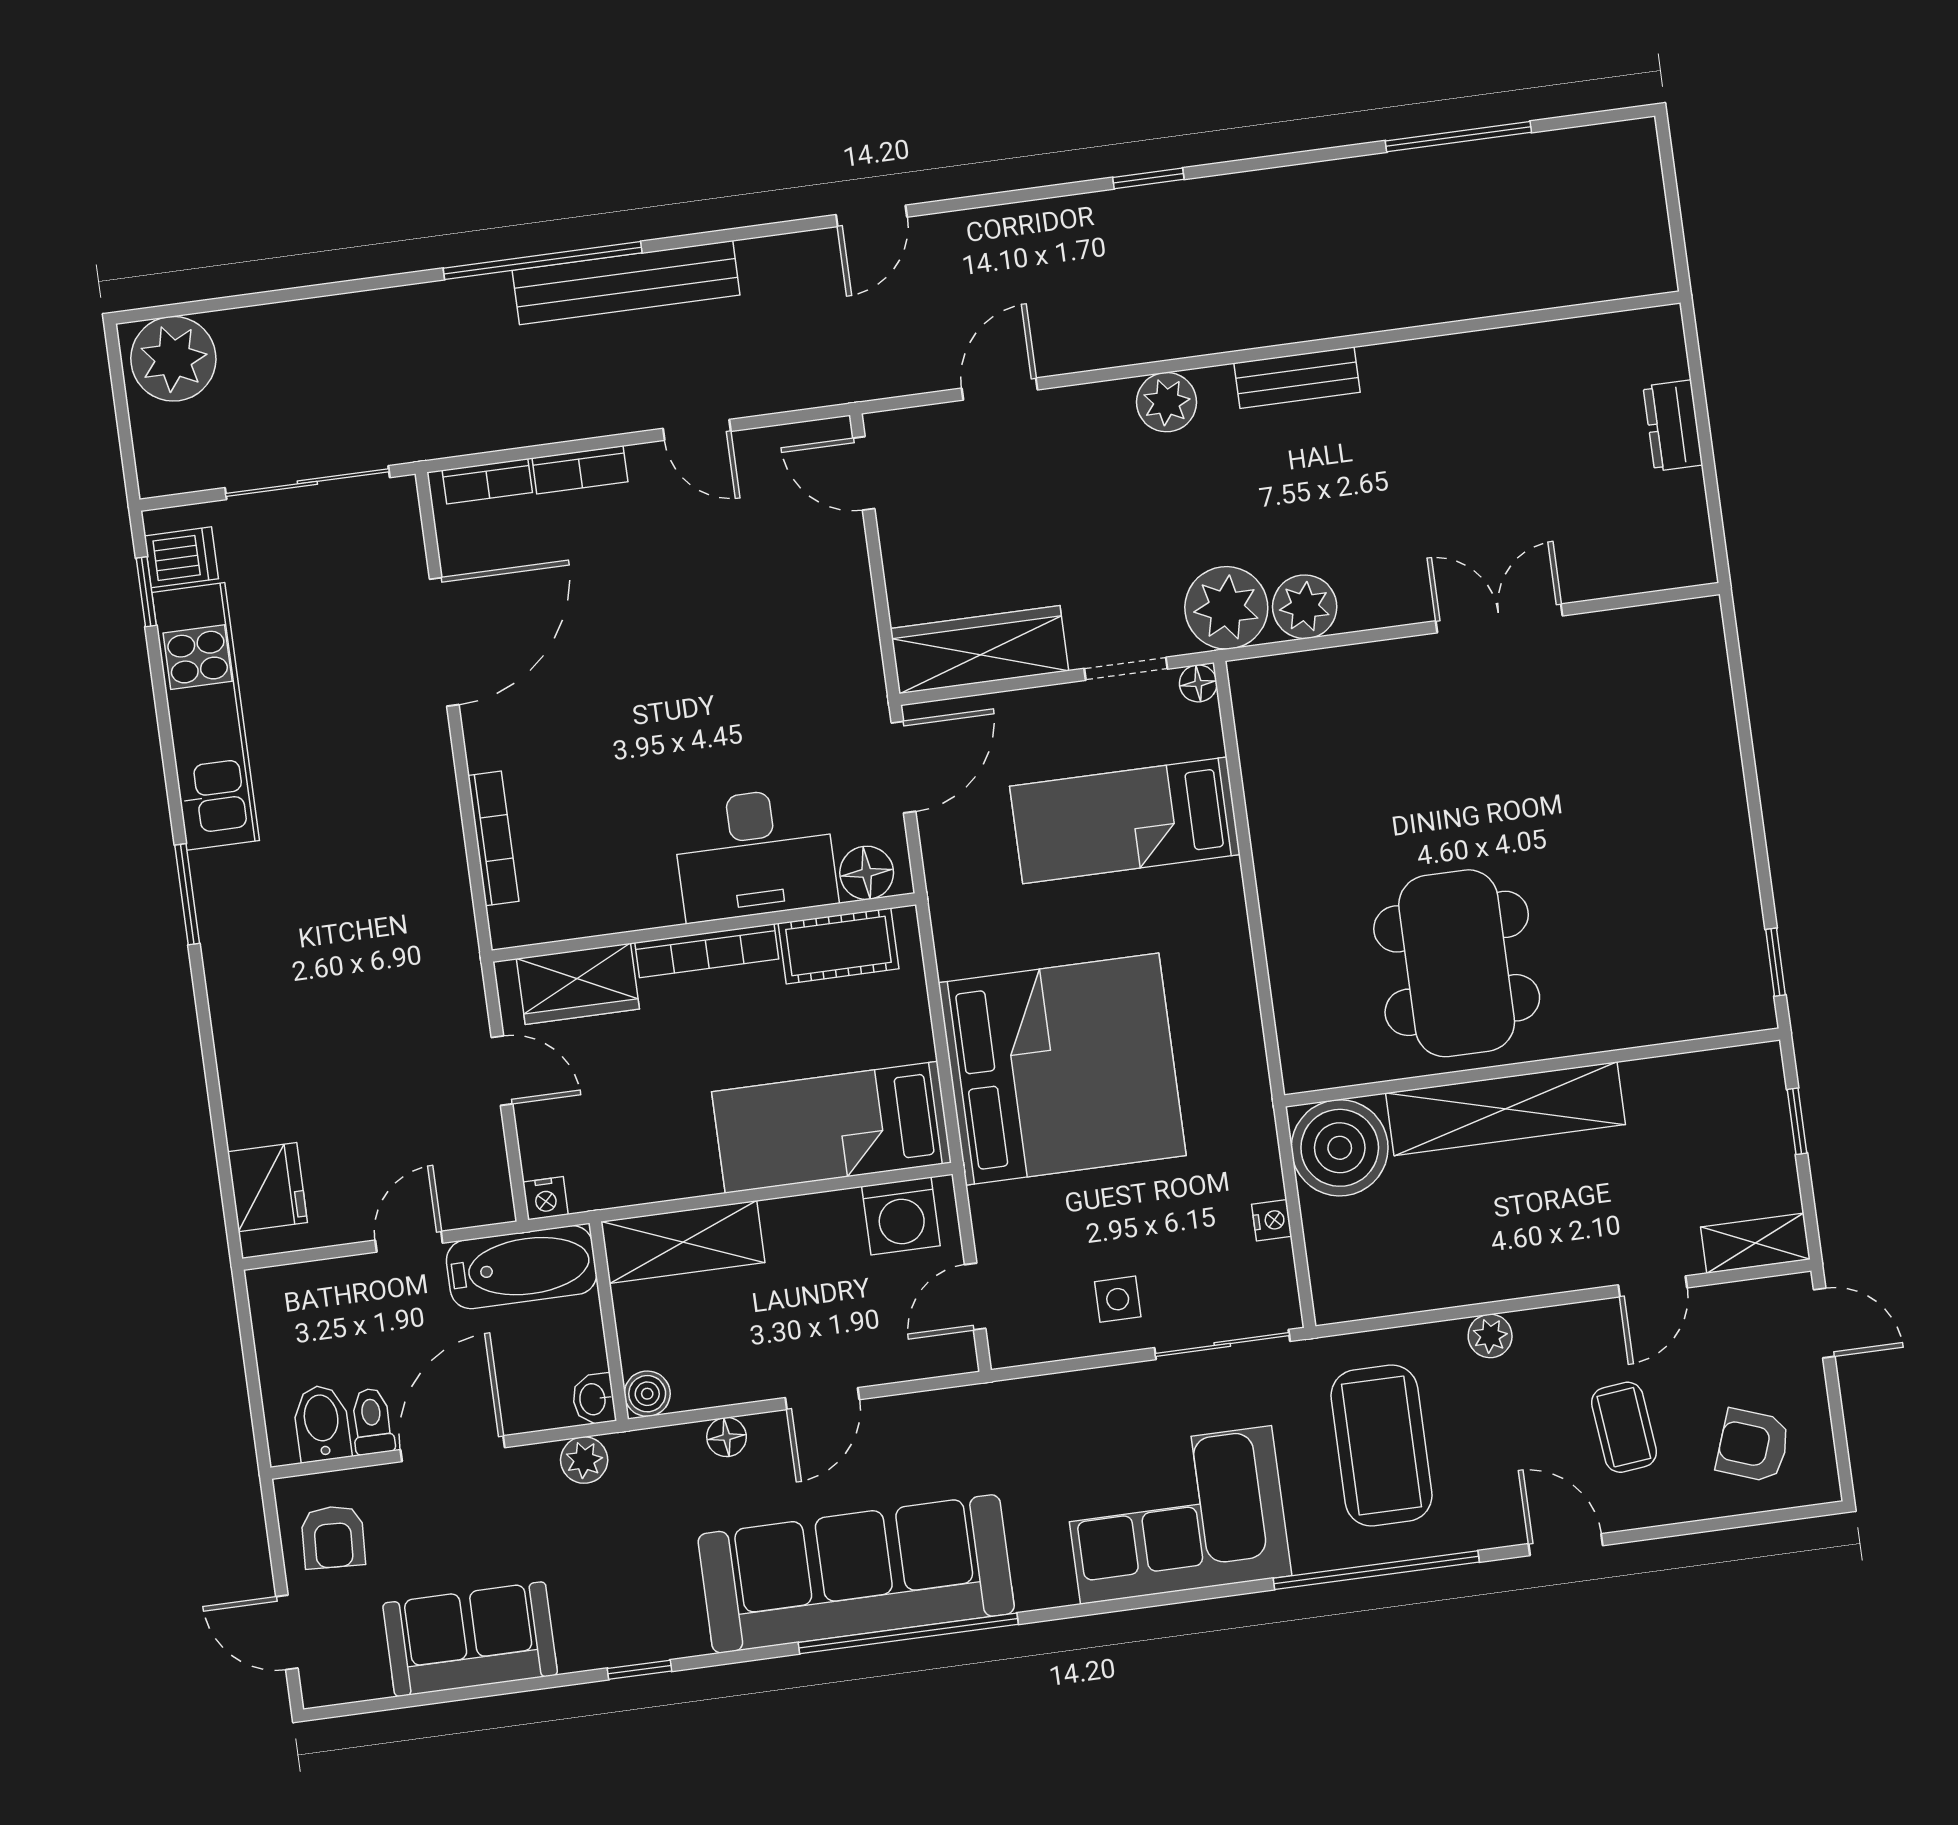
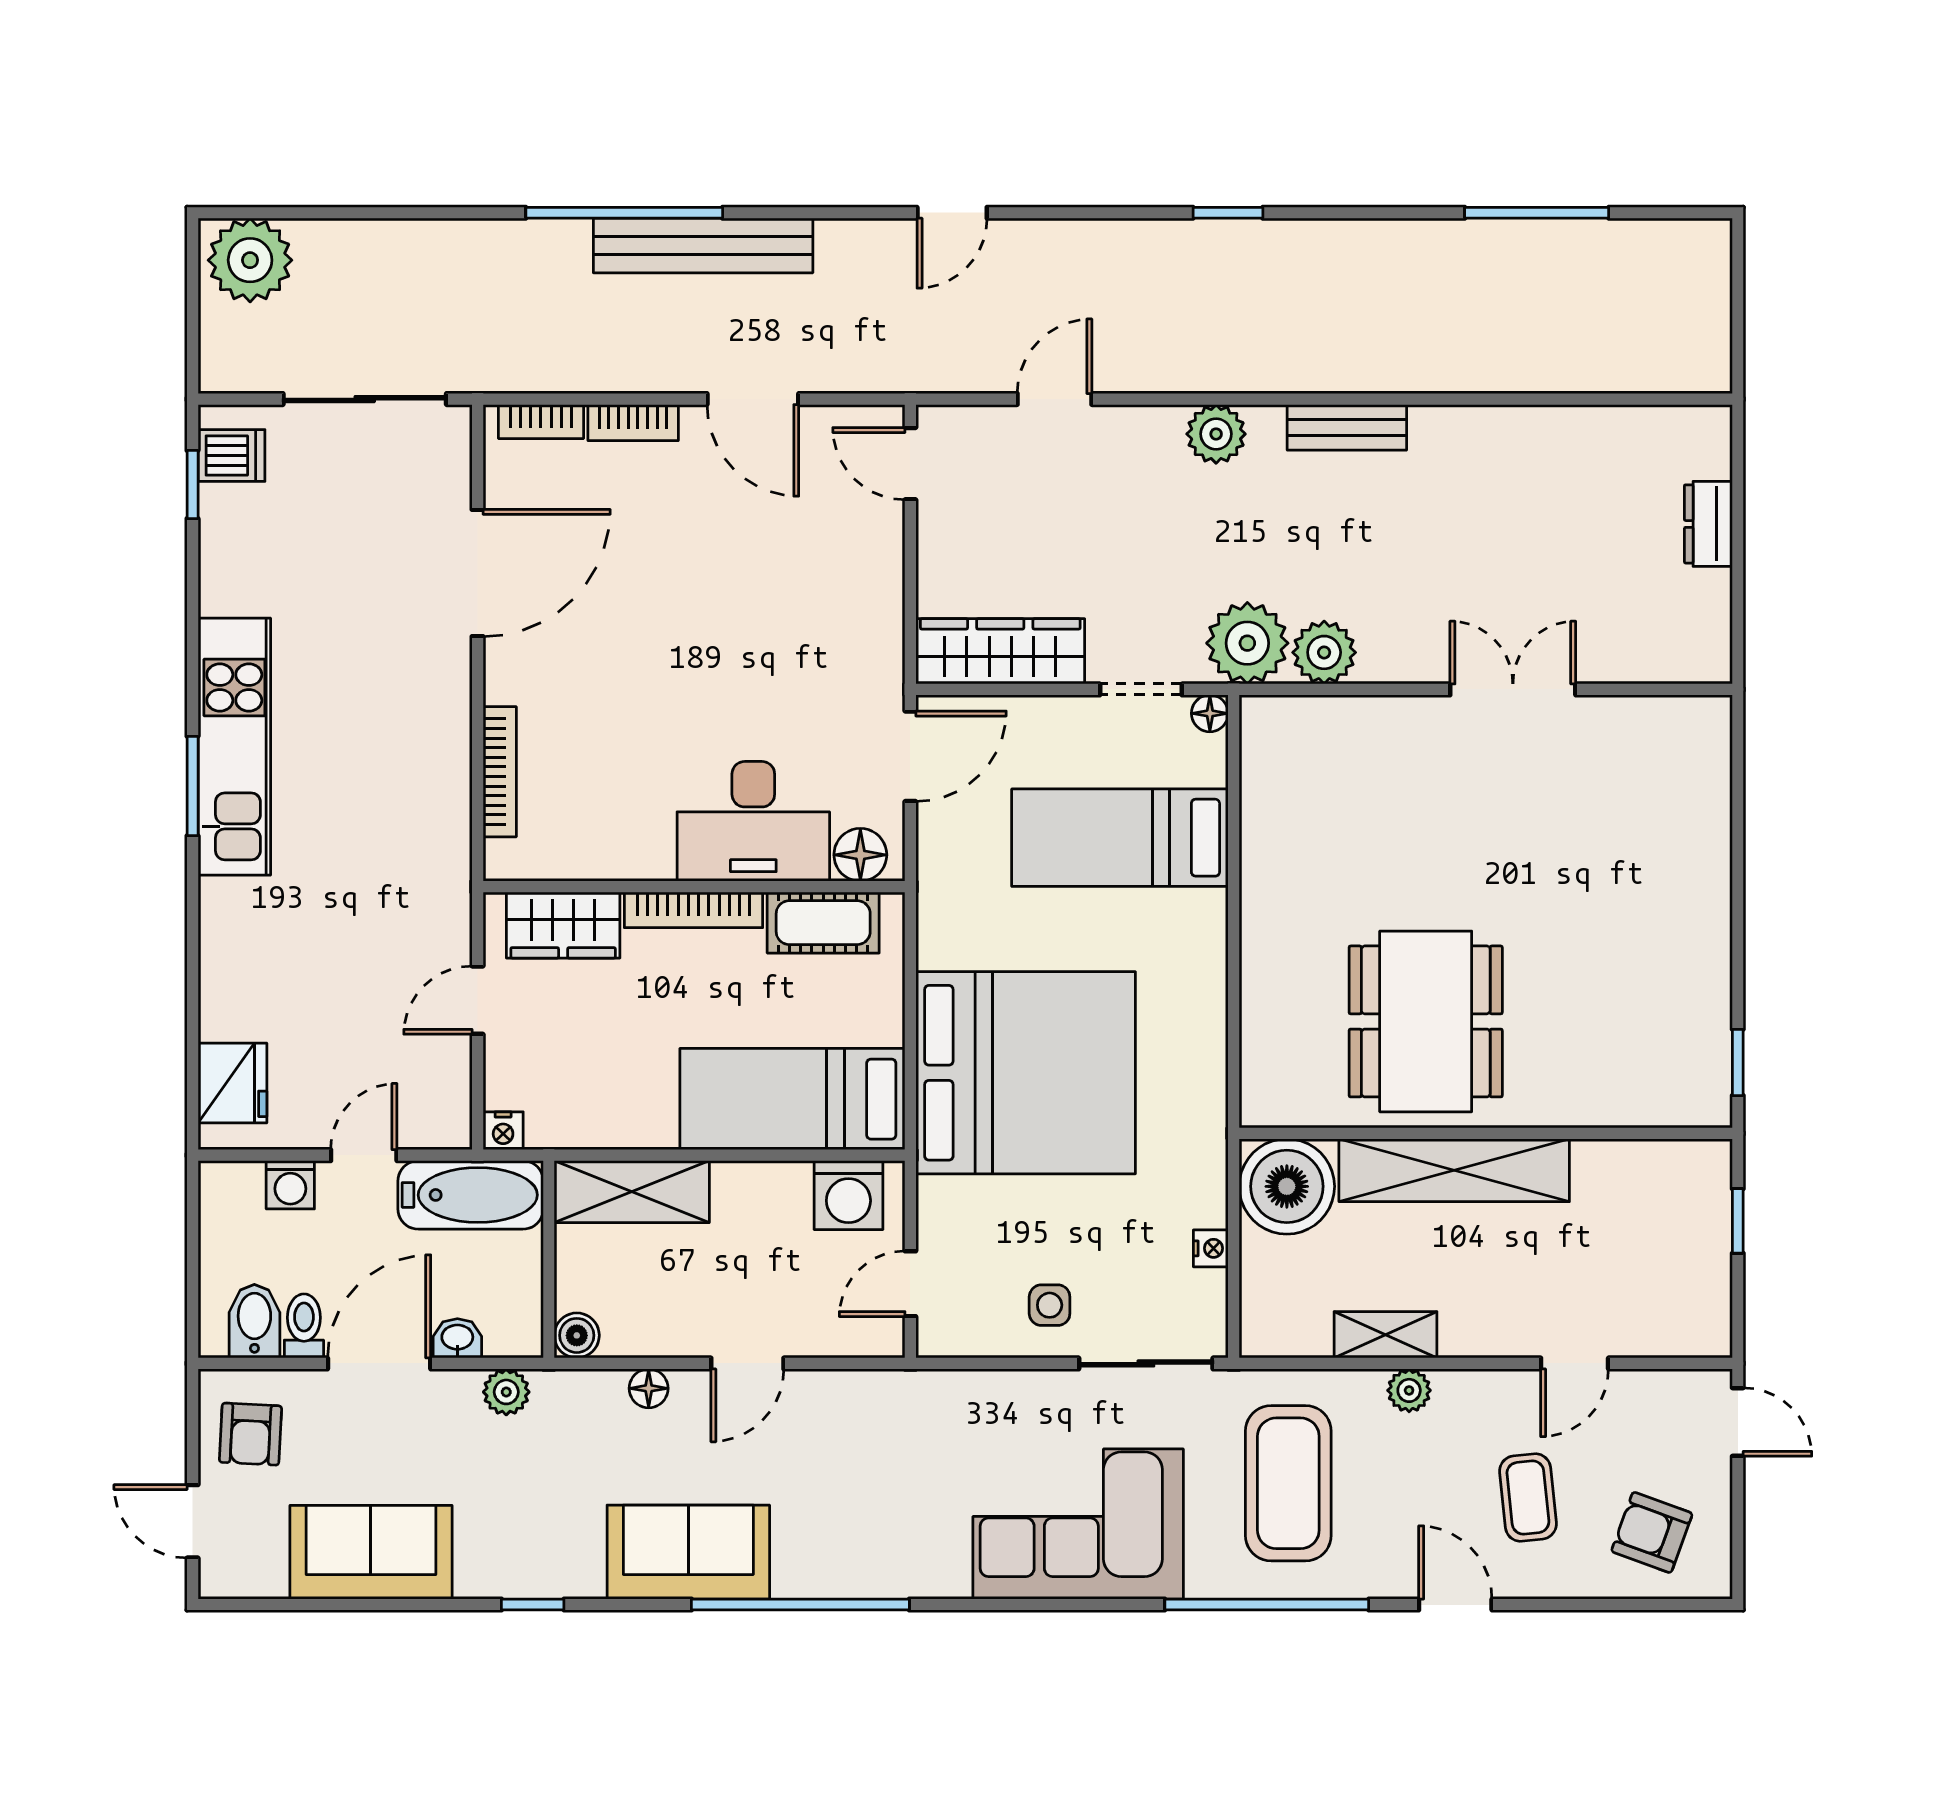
door: (697, 430) -> (753, 399), width x1.38
kitchen unit: (206, 716) -> (234, 747), moved
door: (502, 1071) -> (478, 1000), swing flipped
shelving: (1755, 1243) -> (1385, 1335), moved
washing machine: (339, 1281) -> (290, 1185), added
washbasin: (594, 1399) -> (457, 1338), moved, turned 90
sofa: (856, 1574) -> (688, 1552), width x0.54, depth x0.79

